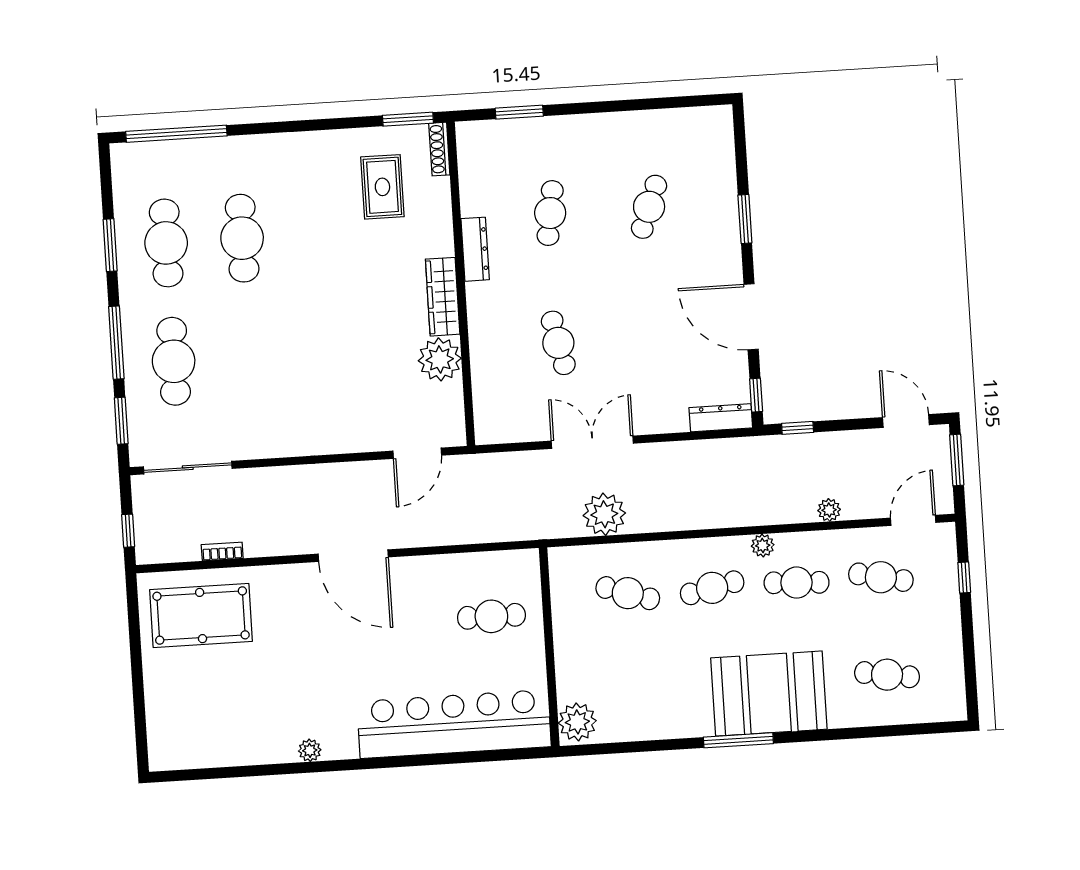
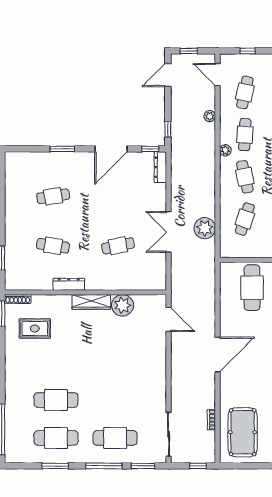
cafe table: (649, 207) -> (53, 196), turned -30
window: (957, 460) -> (189, 51), width x0.67
cafe table: (491, 616) -> (252, 288), width x1.37, depth x1.35

